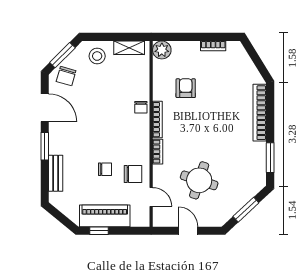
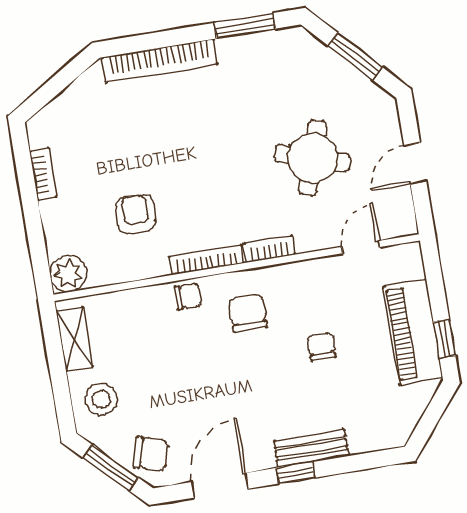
armchair: (186, 88) -> (136, 214), turned 90
window: (45, 146) -> (296, 473), width x0.67
bench: (56, 173) -> (311, 448), moved
chair: (133, 174) -> (248, 313), moved

